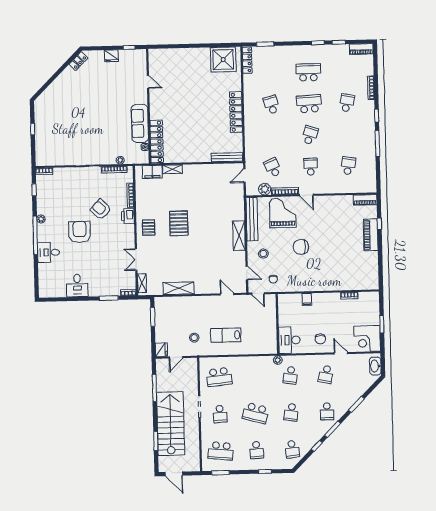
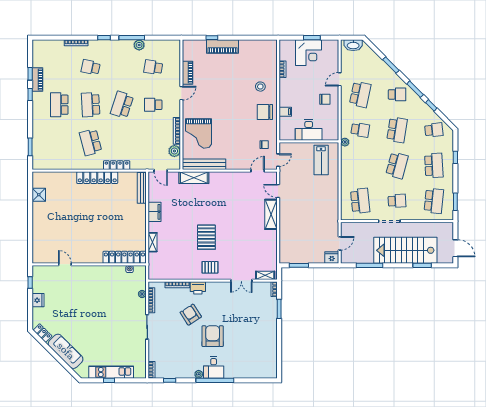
piano: (361, 49) -> (37, 79), moved
shower: (223, 60) -> (39, 195), width x0.54, depth x0.54
locker: (247, 60) -> (117, 165), moved
door: (148, 82) -> (65, 264), hinge flipped
school desk: (271, 105) -> (91, 142), width x1.85
sofa: (140, 123) -> (66, 351), moved, turned -135
kitchen unit: (41, 131) -> (111, 372), added
school desk: (310, 135) -> (122, 105), width x1.85
plant: (370, 151) -> (139, 45), added
school desk: (273, 168) -> (153, 142), removed
filing cabinet: (152, 172) -> (155, 212), moved
door: (306, 195) -> (181, 93), moved
piano: (365, 200) -> (188, 73), moved
armchair: (101, 209) -> (191, 315), turned 103
grand piano: (283, 213) -> (199, 133), turned -90
pallet: (179, 223) -> (206, 237), turned 90
armchair: (80, 232) -> (213, 336), turned 90
shelving: (239, 236) -> (194, 178), moved
chair: (301, 247) -> (265, 112), moved, turned 90
desk: (49, 252) -> (214, 368), moved
stool: (263, 254) -> (260, 87), moved
desk: (77, 285) -> (266, 340), removed
shelving: (179, 288) -> (271, 214), moved
door: (227, 294) -> (278, 191), hinge flipped
lab bench: (226, 335) -> (321, 160), moved
stool: (194, 338) -> (320, 225), removed
corner desk: (367, 339) -> (308, 53), moved
desk: (289, 340) -> (309, 130), moved
door: (176, 357) -> (340, 243), hinge flipped
school desk: (326, 374) -> (360, 94), width x1.85
school desk: (291, 412) -> (397, 130), width x1.85
school desk: (257, 450) -> (434, 165), width x1.85
door: (174, 474) -> (455, 248), hinge flipped

